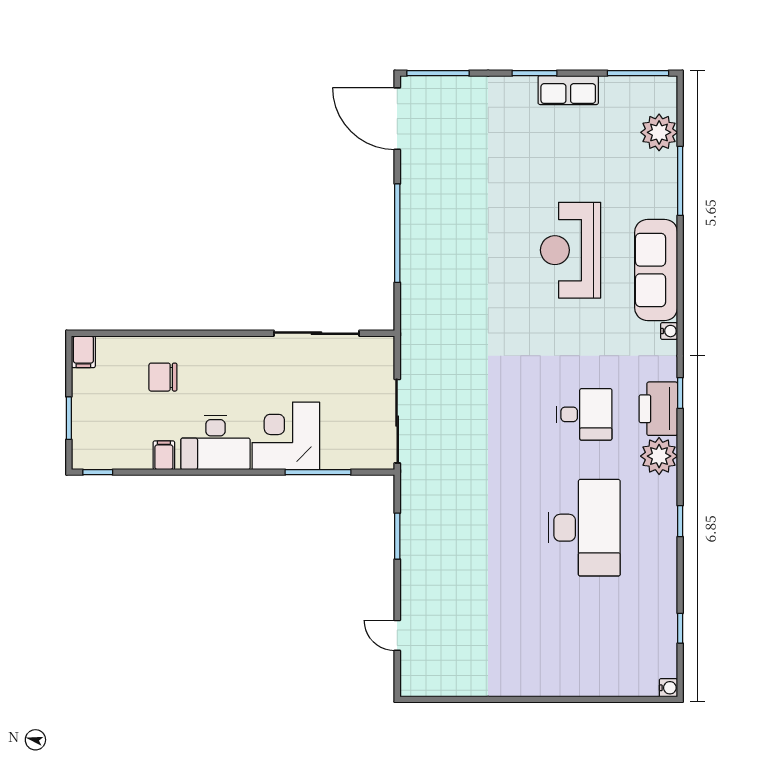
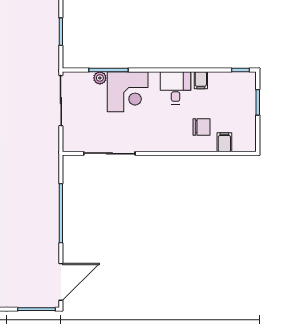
door: (397, 119) -> (61, 282), hinge flipped
filing cabinet: (83, 352) -> (224, 142), moved
desk: (215, 442) -> (176, 88), width x0.73
plant: (332, 459) -> (100, 78), added

